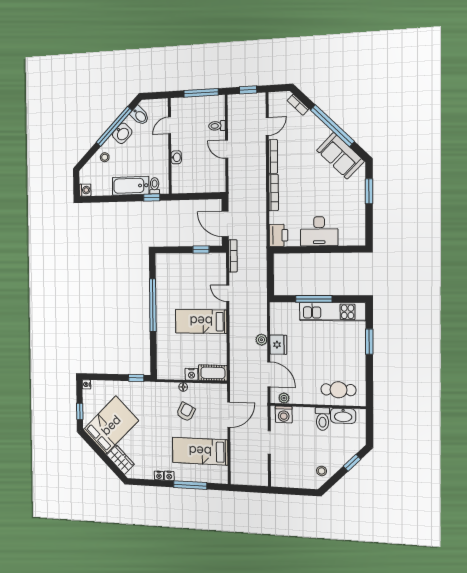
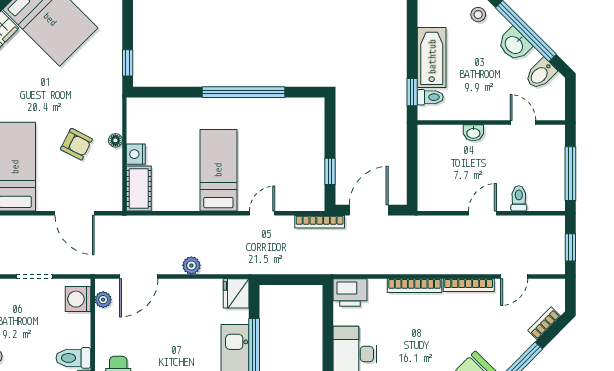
door: (267, 126) -> (514, 277), hinge flipped
fridge: (278, 345) -> (236, 293), moved, turned 90

